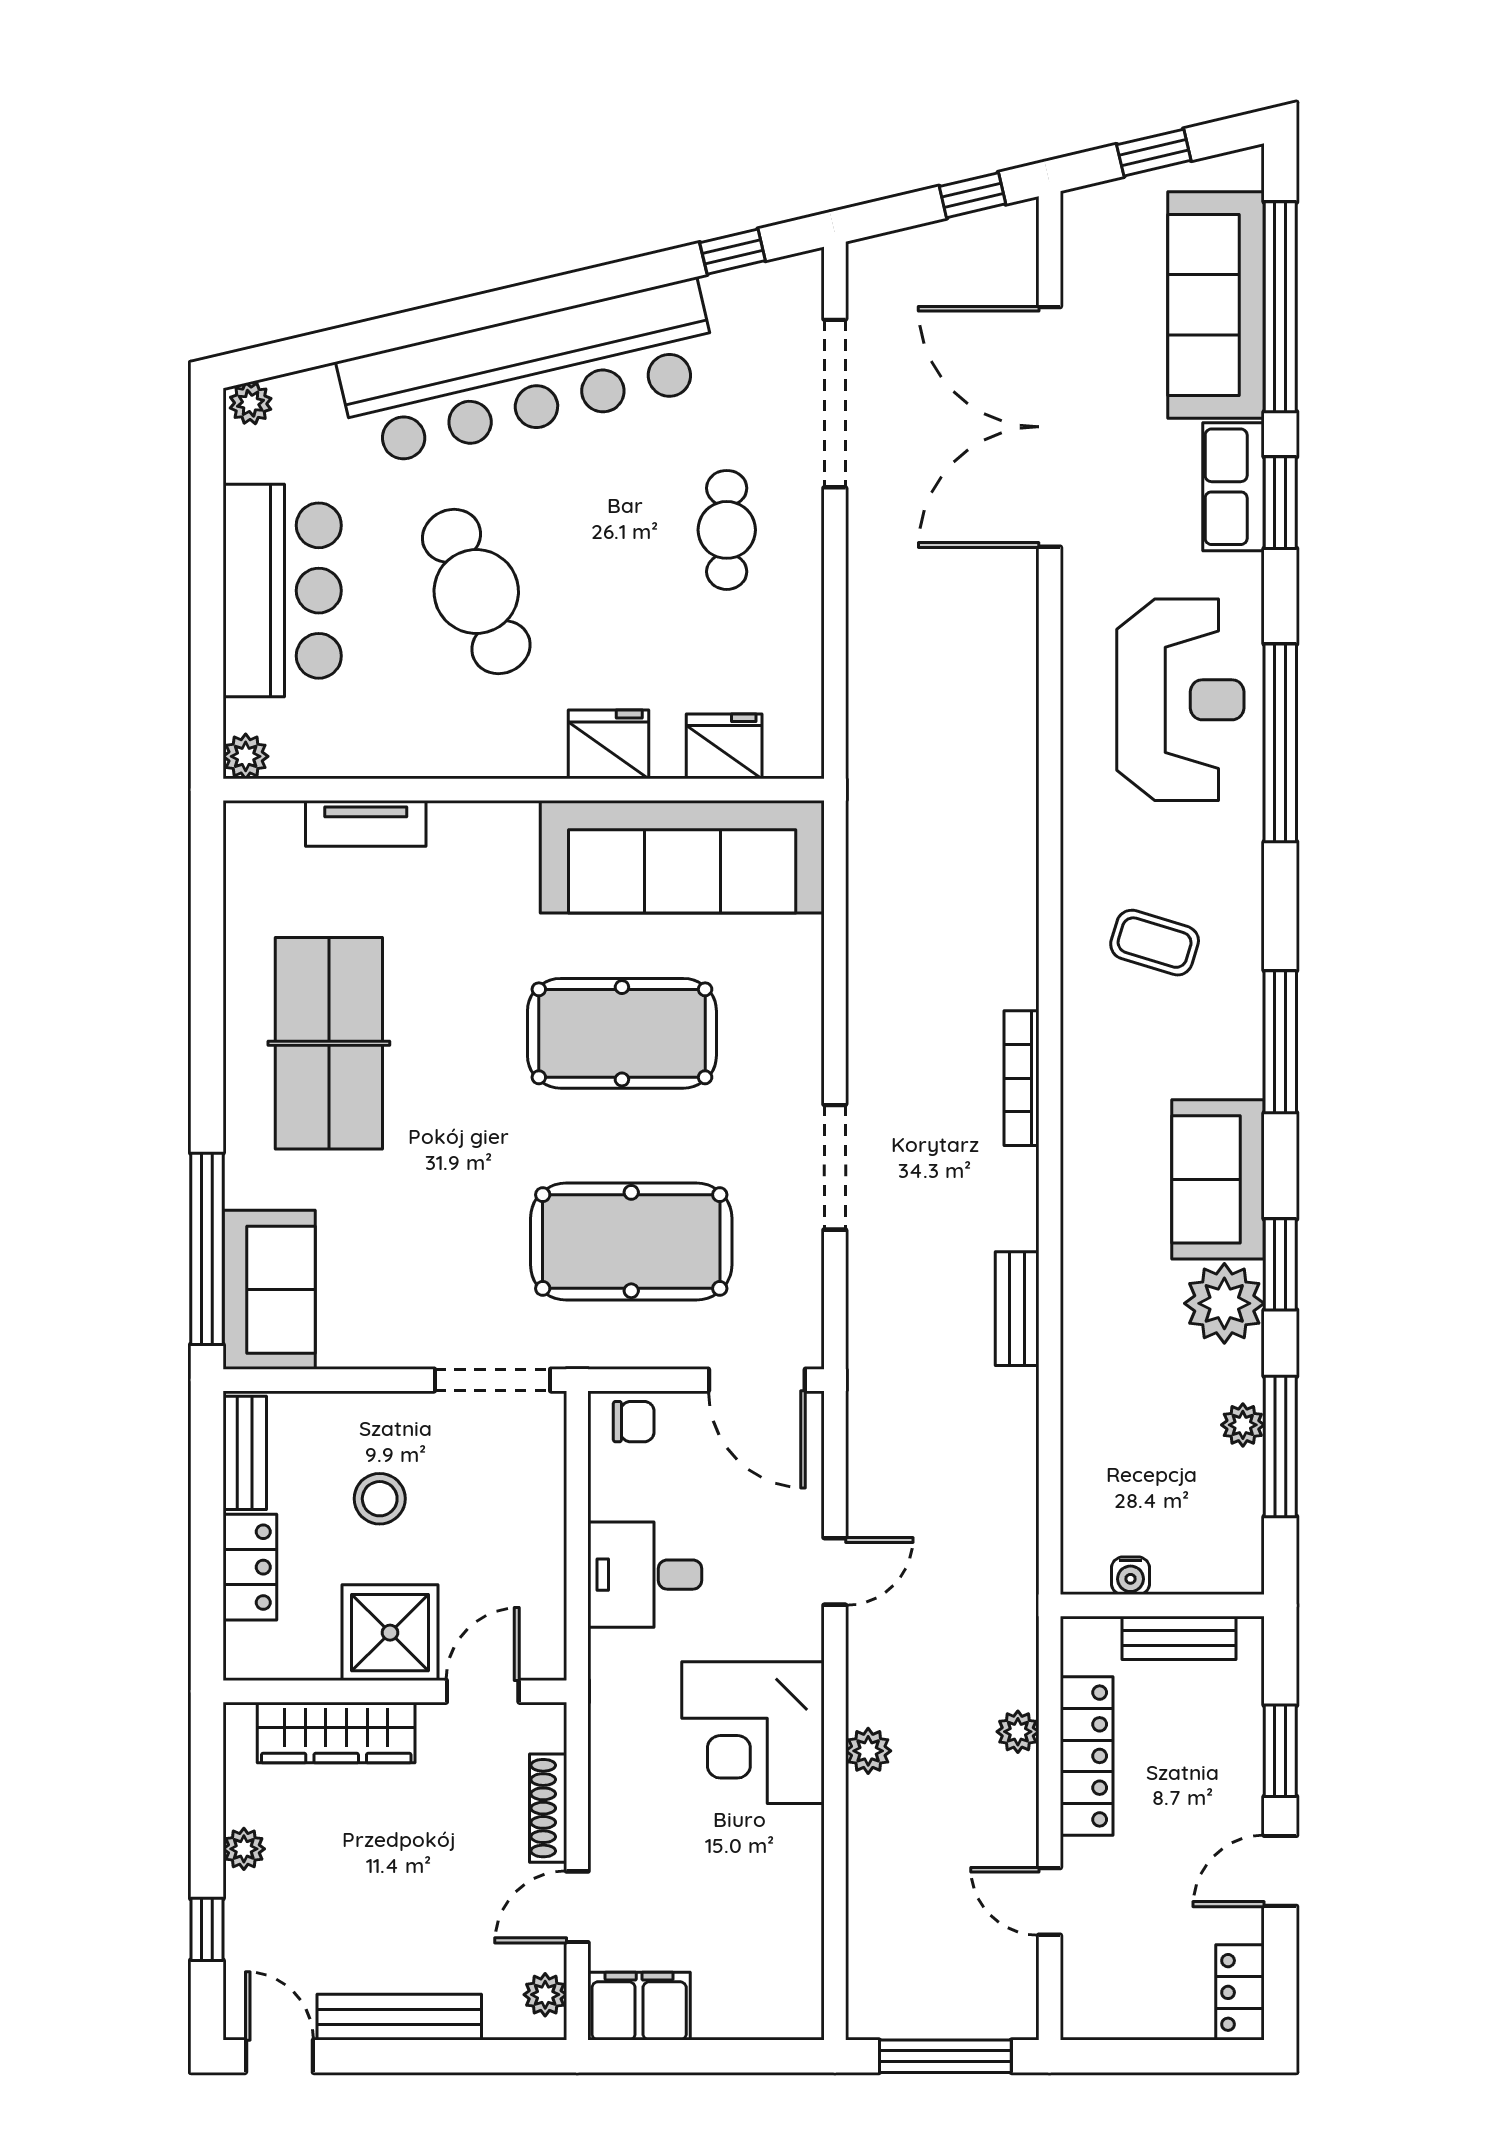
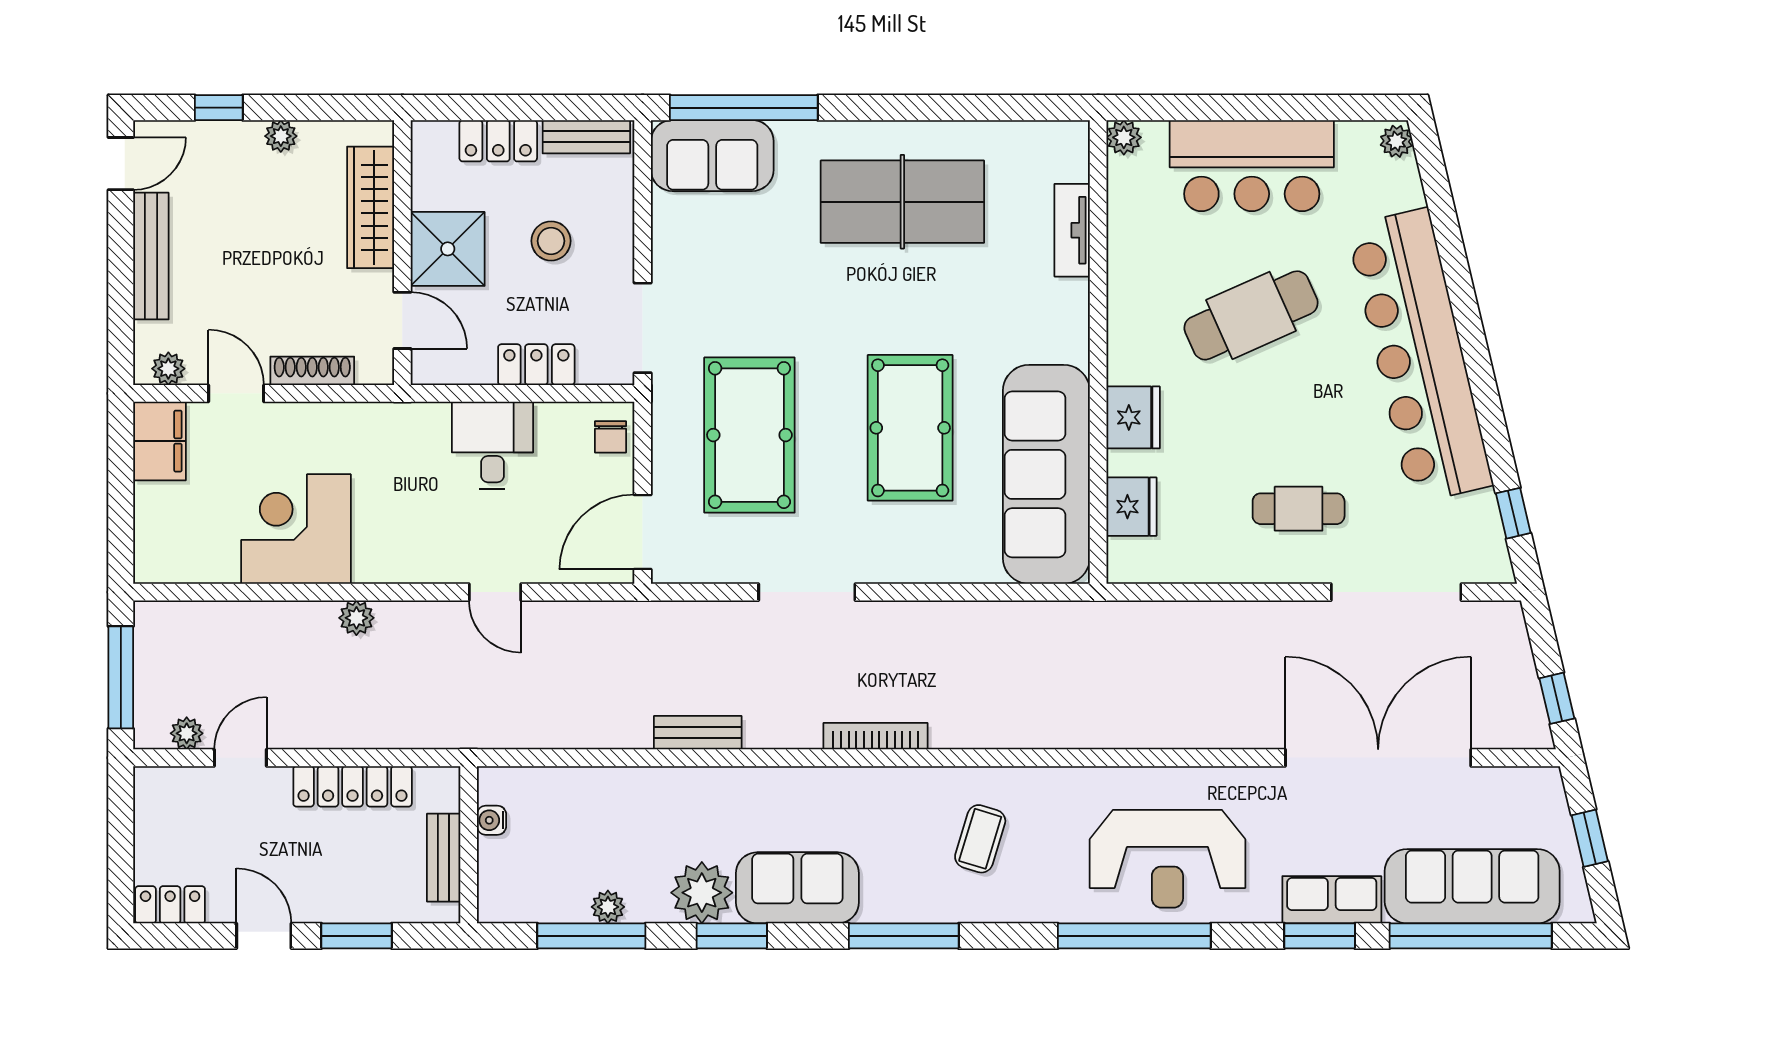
locker: (540, 1518) -> (536, 365), added
plant: (1018, 1732) -> (187, 733), moved
corner desk: (753, 1733) -> (296, 529), moved

